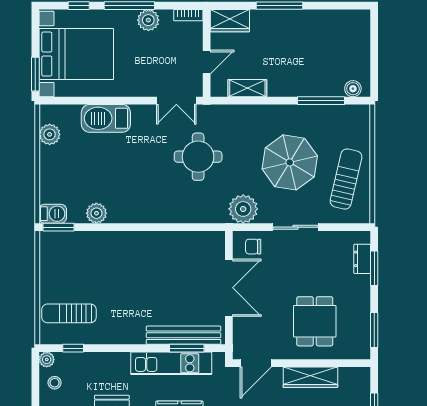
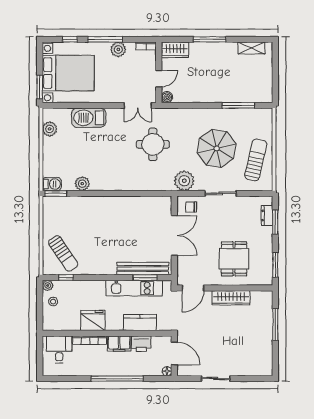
shelving: (247, 88) -> (251, 48), moved
boiler: (353, 89) -> (167, 97), moved
sun lounger: (69, 313) -> (63, 253), turned -124

